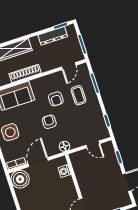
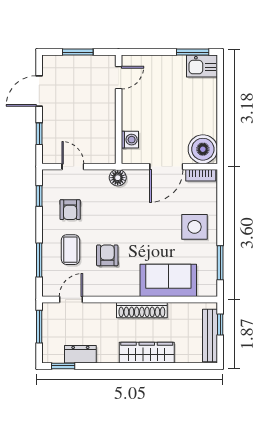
dresser: (53, 36) -> (80, 354), width x0.70
armchair: (49, 122) -> (70, 210), moved

